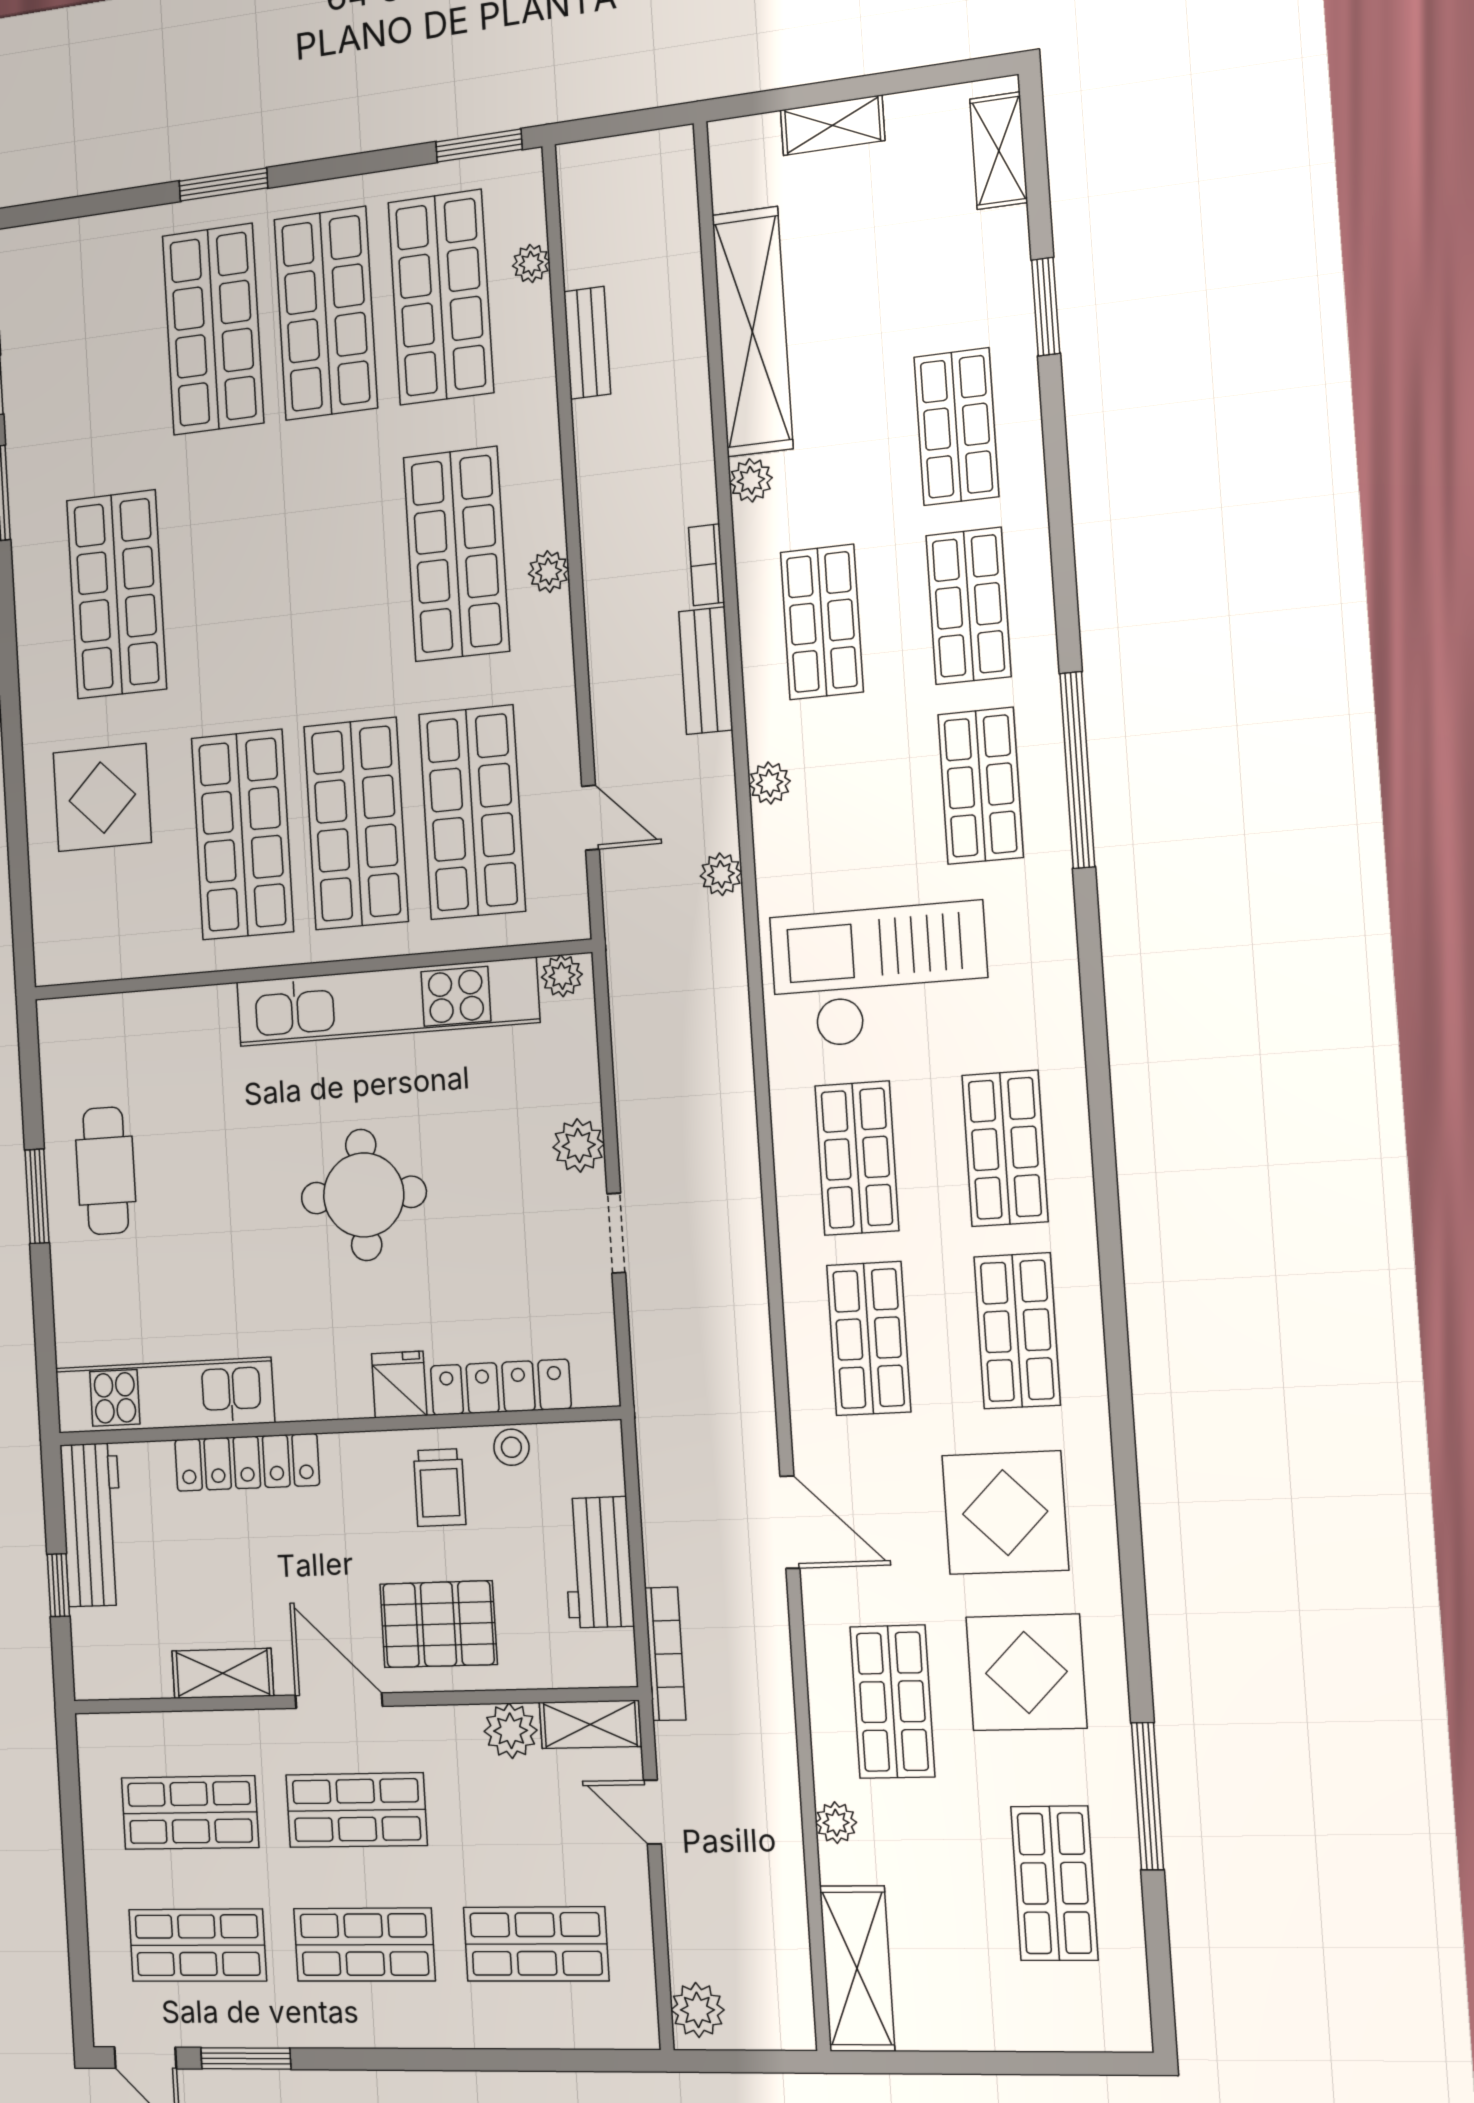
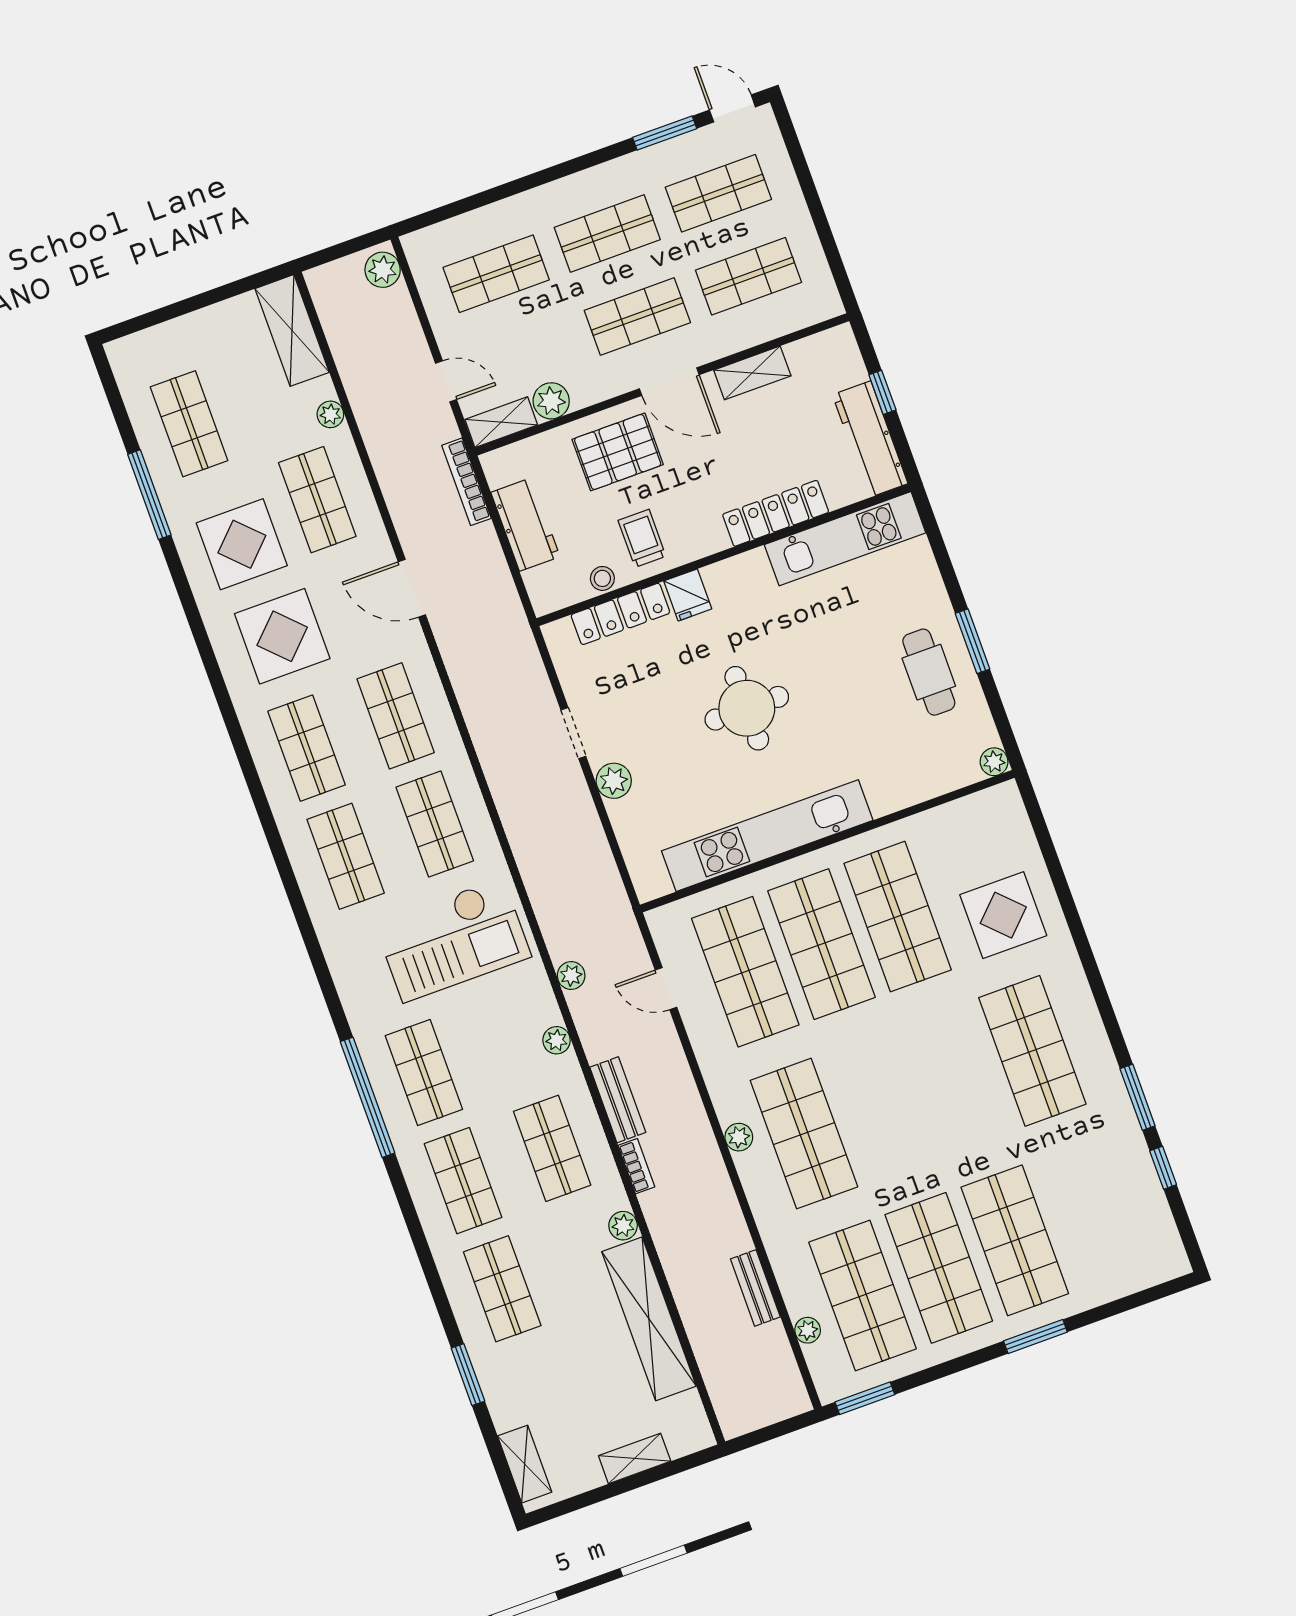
plant: (562, 976) -> (994, 762), moved

